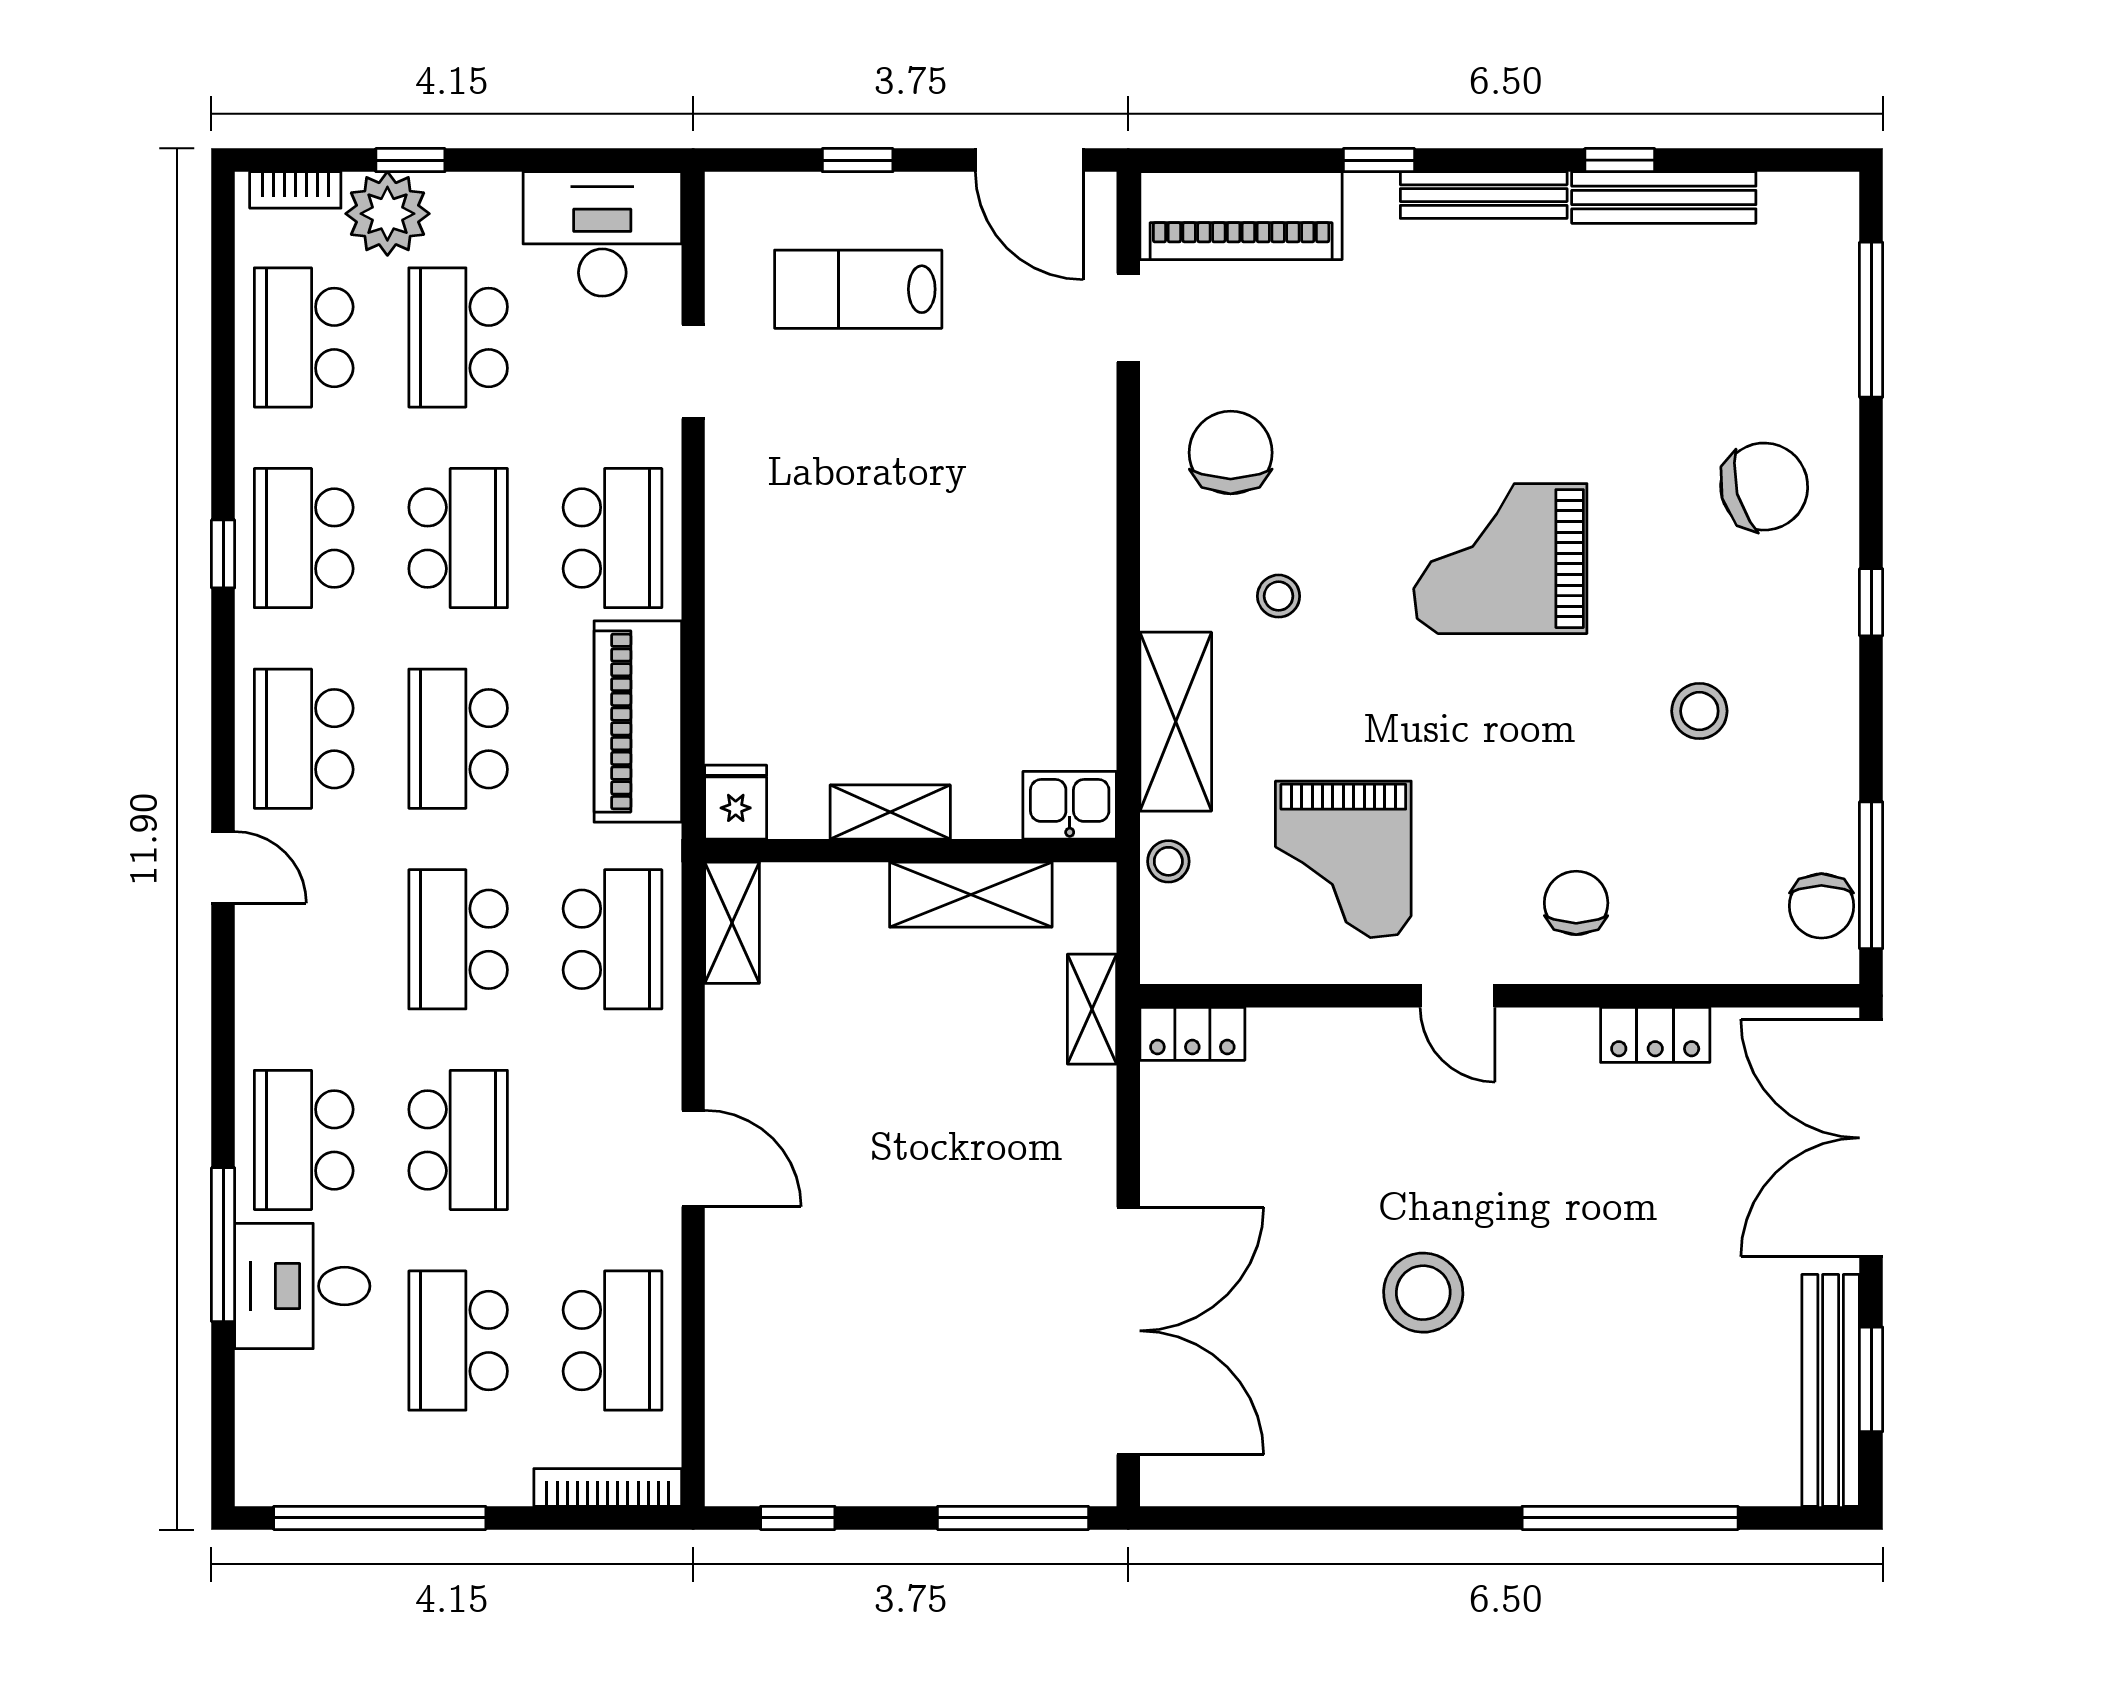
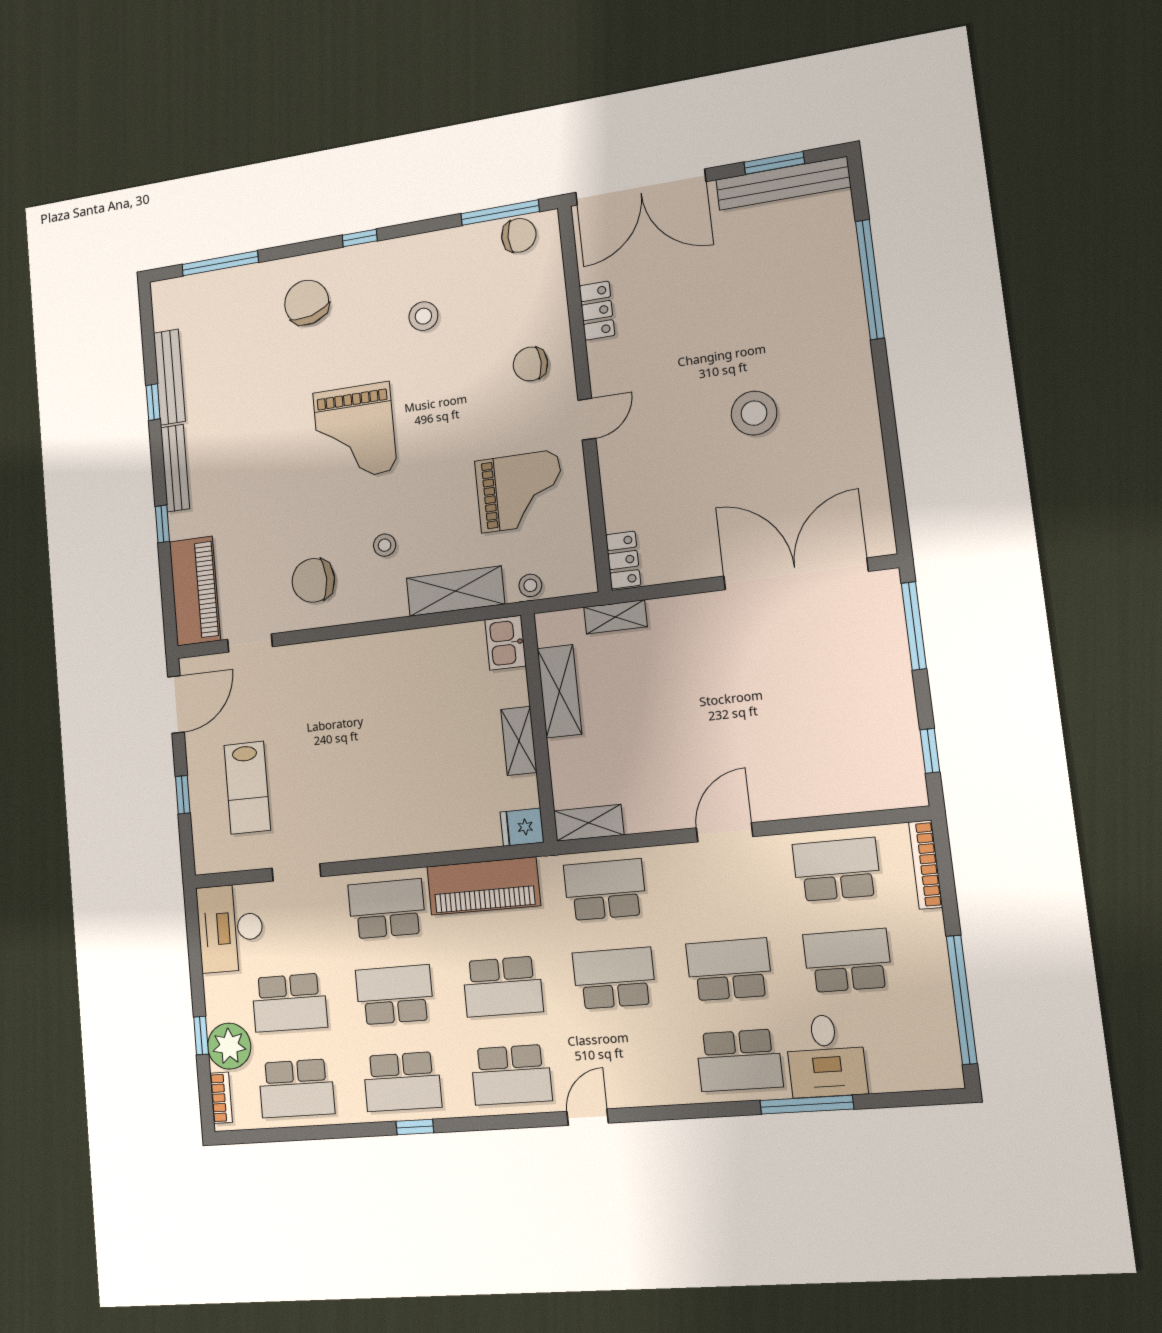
school desk: (458, 939) -> (614, 978), turned 180
school desk: (458, 1341) -> (848, 961), turned 180

